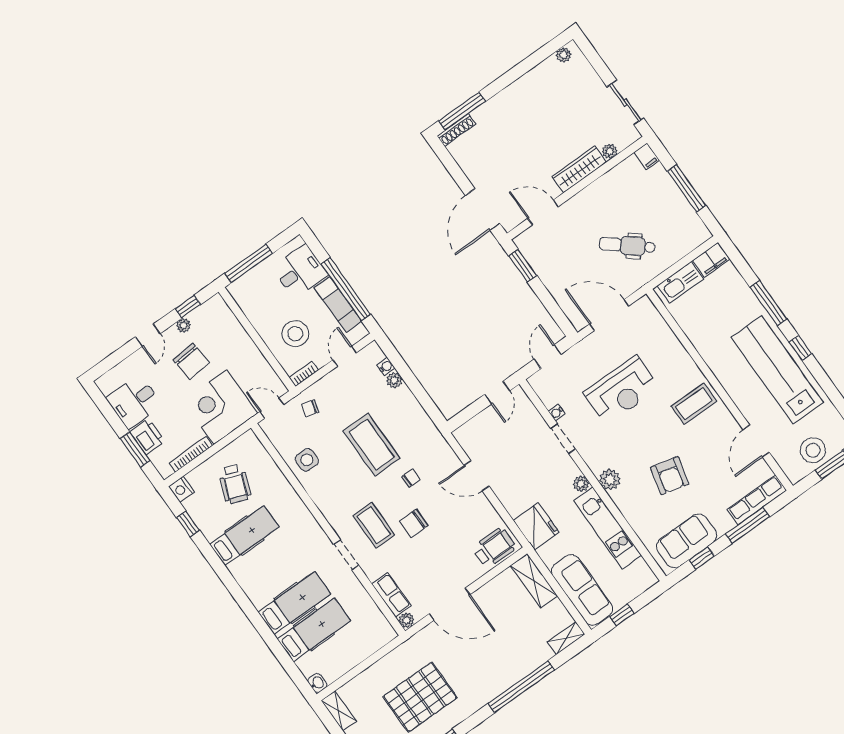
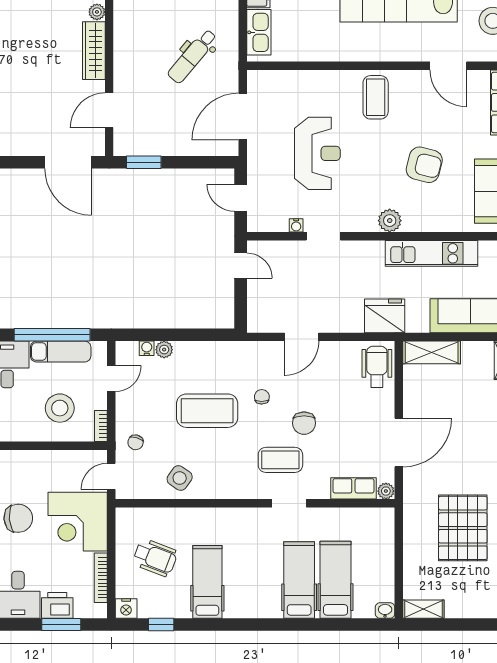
door: (345, 356) -> (111, 378), swing flipped
side table: (307, 460) -> (180, 478), turned 35
plant: (581, 484) -> (375, 249), removed

